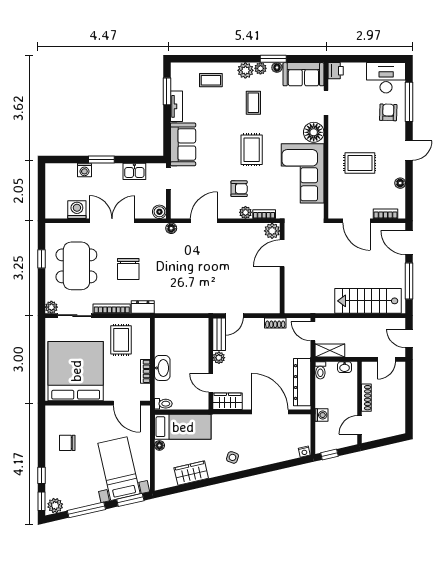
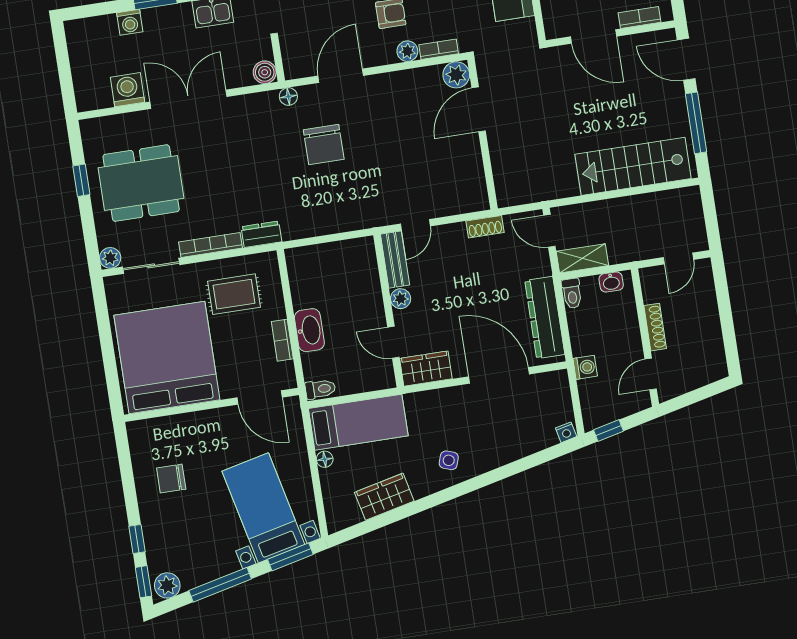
dining table: (76, 266) -> (141, 183), turned 90
chair: (128, 269) -> (324, 145), moved
door: (409, 338) -> (711, 218), removed
rug: (121, 340) -> (234, 294), turned 90

